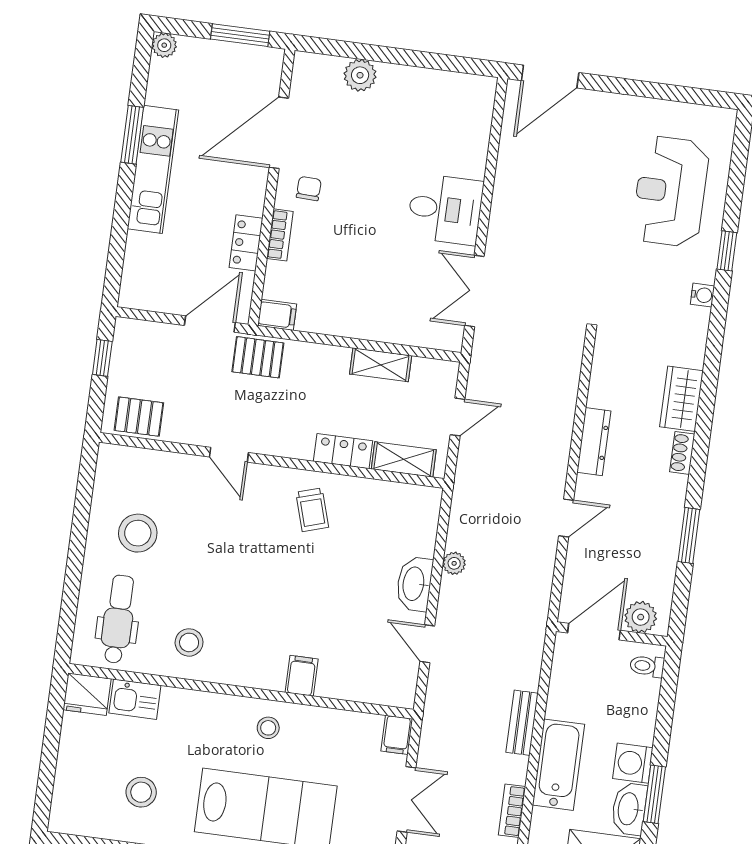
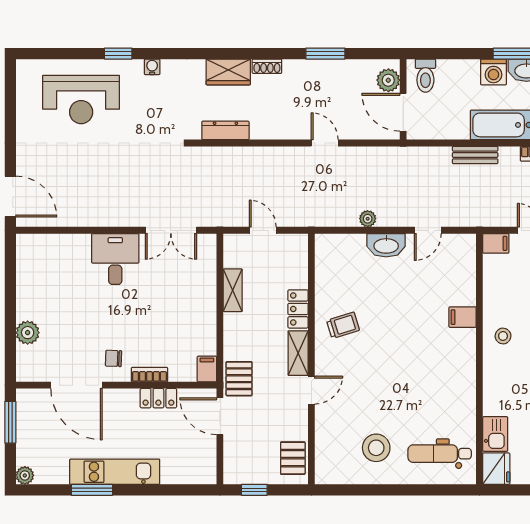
dresser: (594, 442) -> (225, 130), moved
shelving: (404, 459) -> (298, 353), moved
stool: (189, 642) -> (450, 401), removed
toilet: (647, 666) -> (425, 76), width x1.37, depth x1.39

